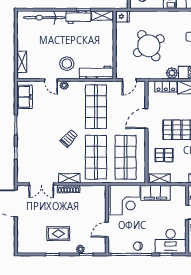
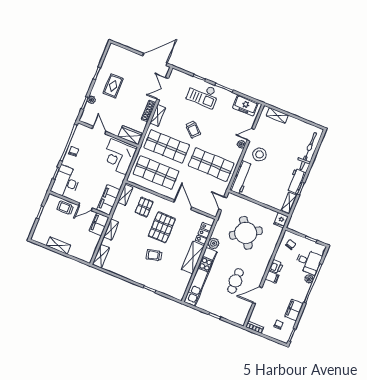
checkout: (31, 143) -> (203, 95), added
filing cabinet: (155, 193) -> (108, 200), moved
wardrobe: (99, 198) -> (130, 135), added

